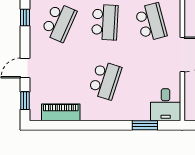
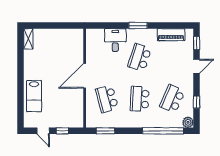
desk: (166, 105) -> (115, 40), moved
window: (145, 125) -> (138, 25), moved

